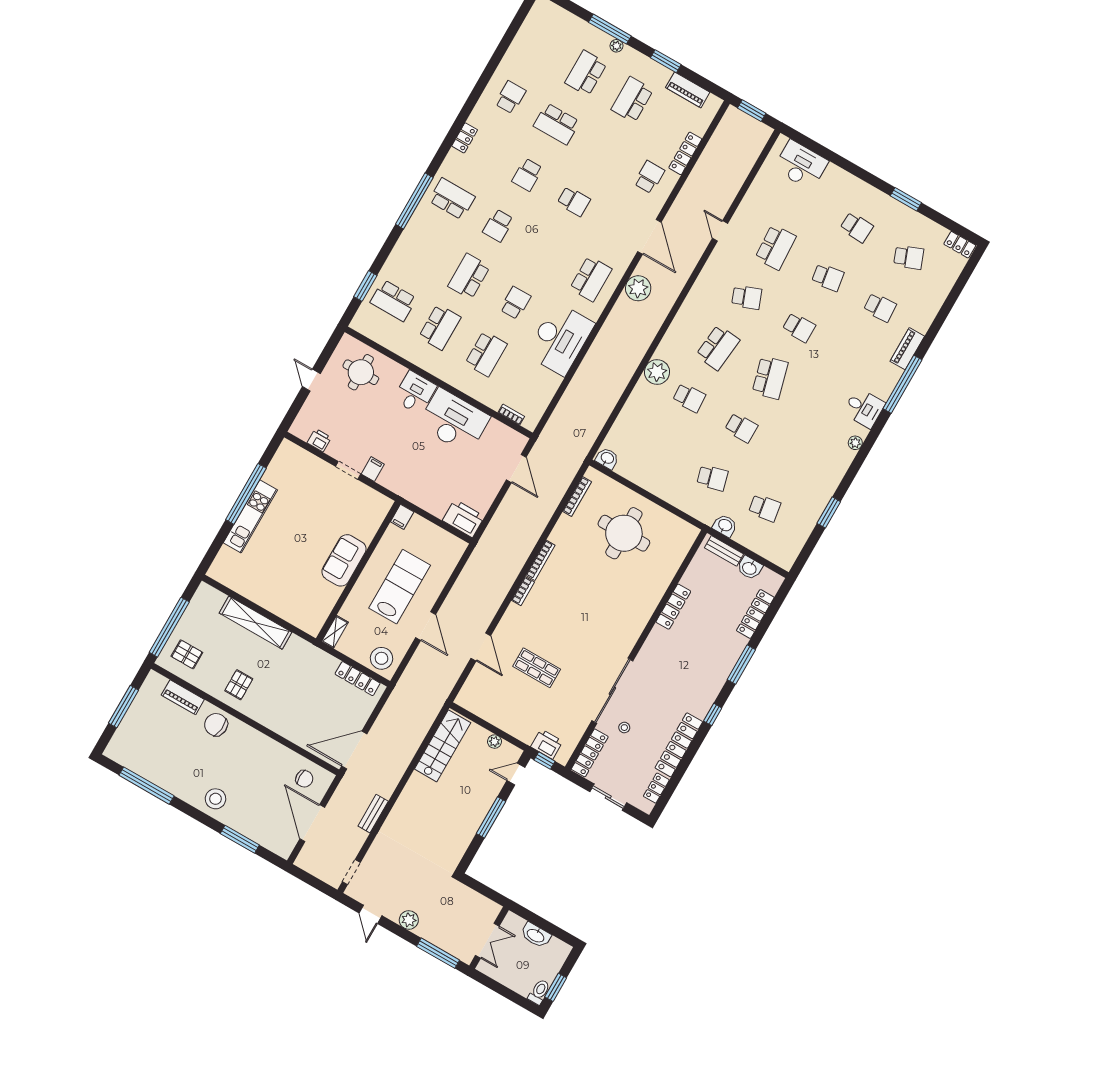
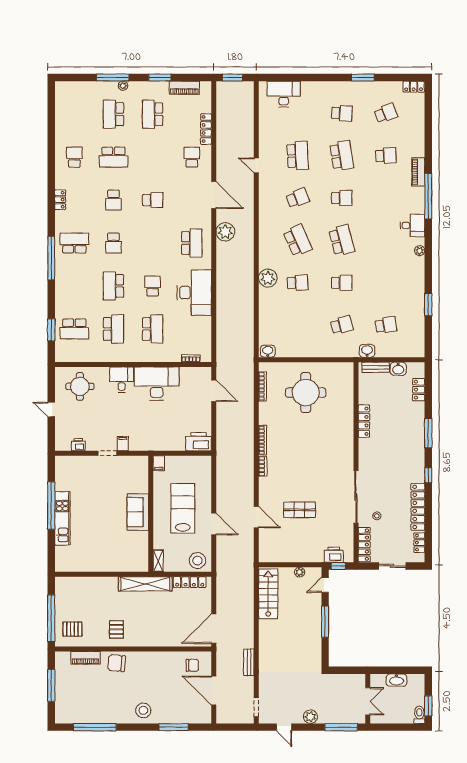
school desk: (828, 277) -> (342, 156), width x1.85
school desk: (718, 348) -> (298, 240), turned -30
locker: (755, 614) -> (419, 390), width x0.66
shelving: (255, 623) -> (145, 584), moved

